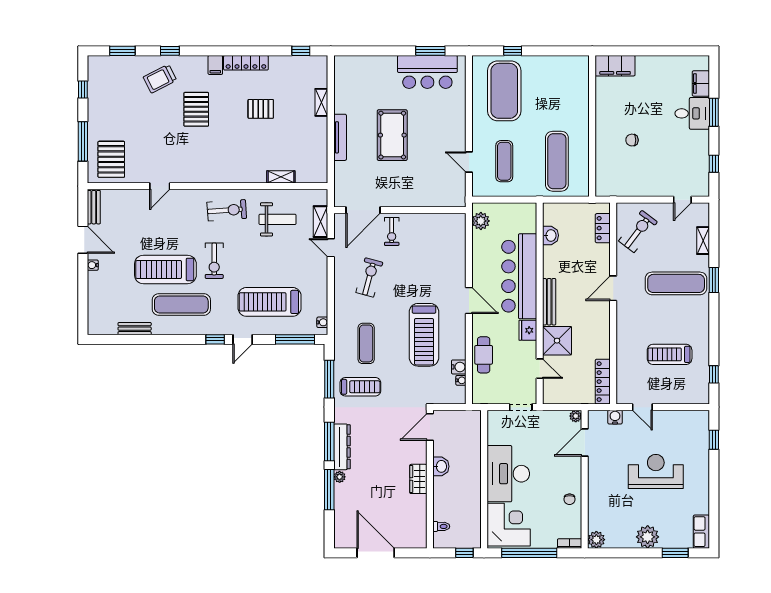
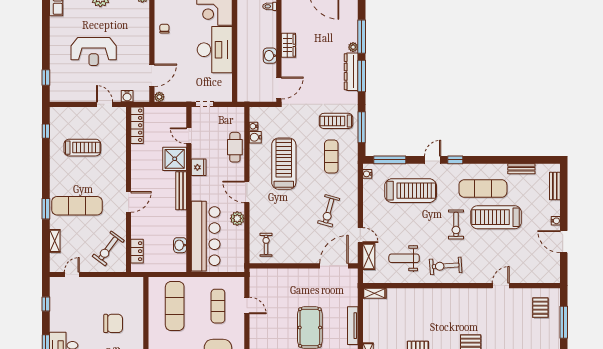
chair: (632, 140) -> (113, 323), width x1.87, depth x1.87
pallet: (111, 159) -> (540, 308), width x0.67, depth x0.71
shelving: (281, 177) -> (374, 293), moved
bench: (94, 207) -> (555, 186), moved
plant: (481, 221) -> (237, 218), moved
exercise bike: (392, 231) -> (266, 245), moved
exercise bike: (214, 261) -> (456, 224), turned 180
treadmill: (165, 269) -> (496, 217), turned 180
bar counter: (519, 276) -> (206, 236), moved

